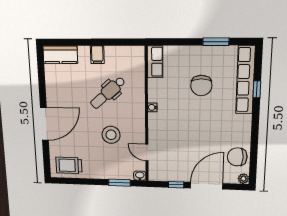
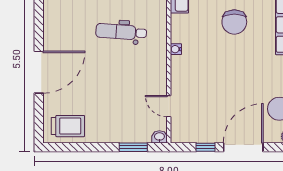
dental chair: (108, 93) -> (121, 32), turned 45
stool: (111, 135) -> (124, 84), removed
trolley: (69, 165) -> (68, 126), turned 180

